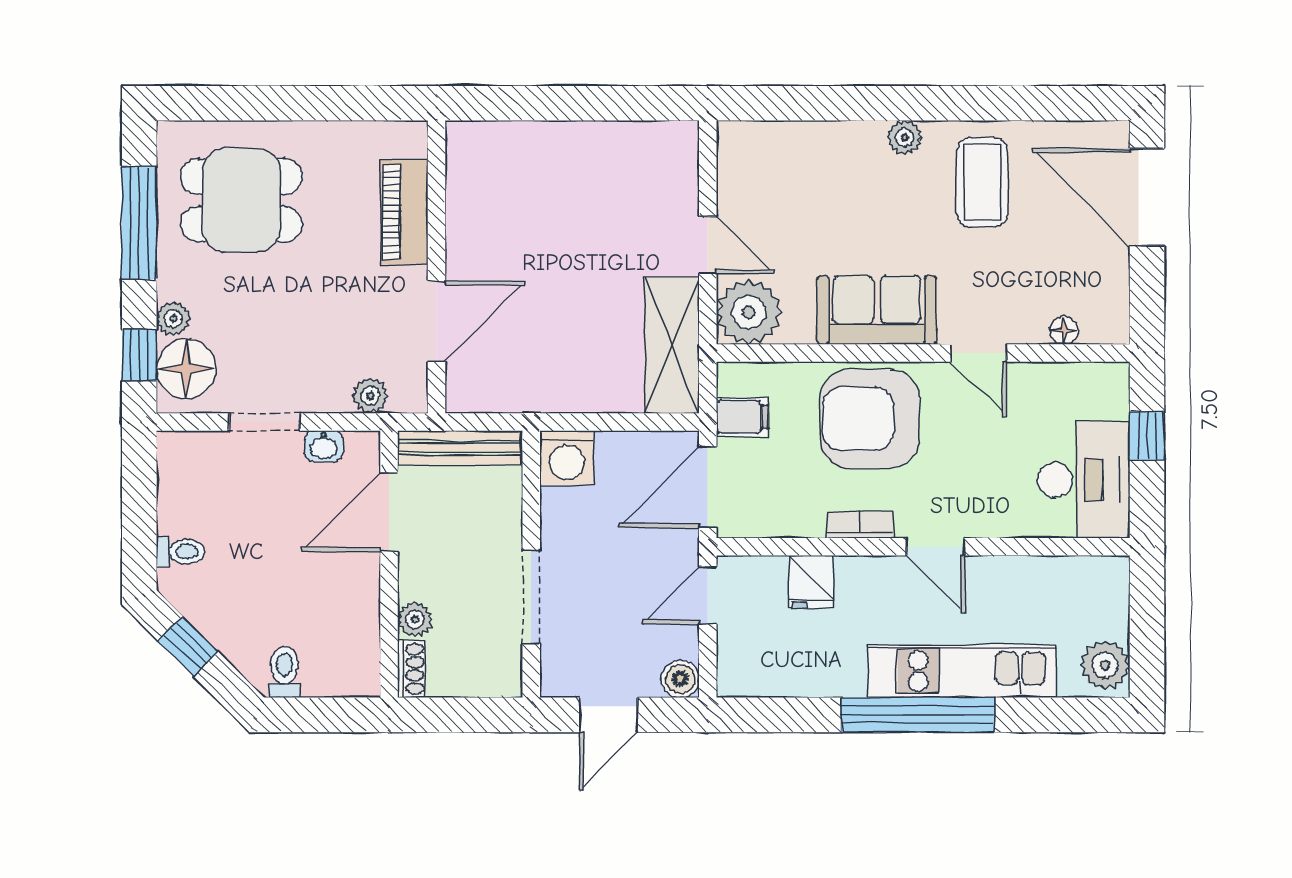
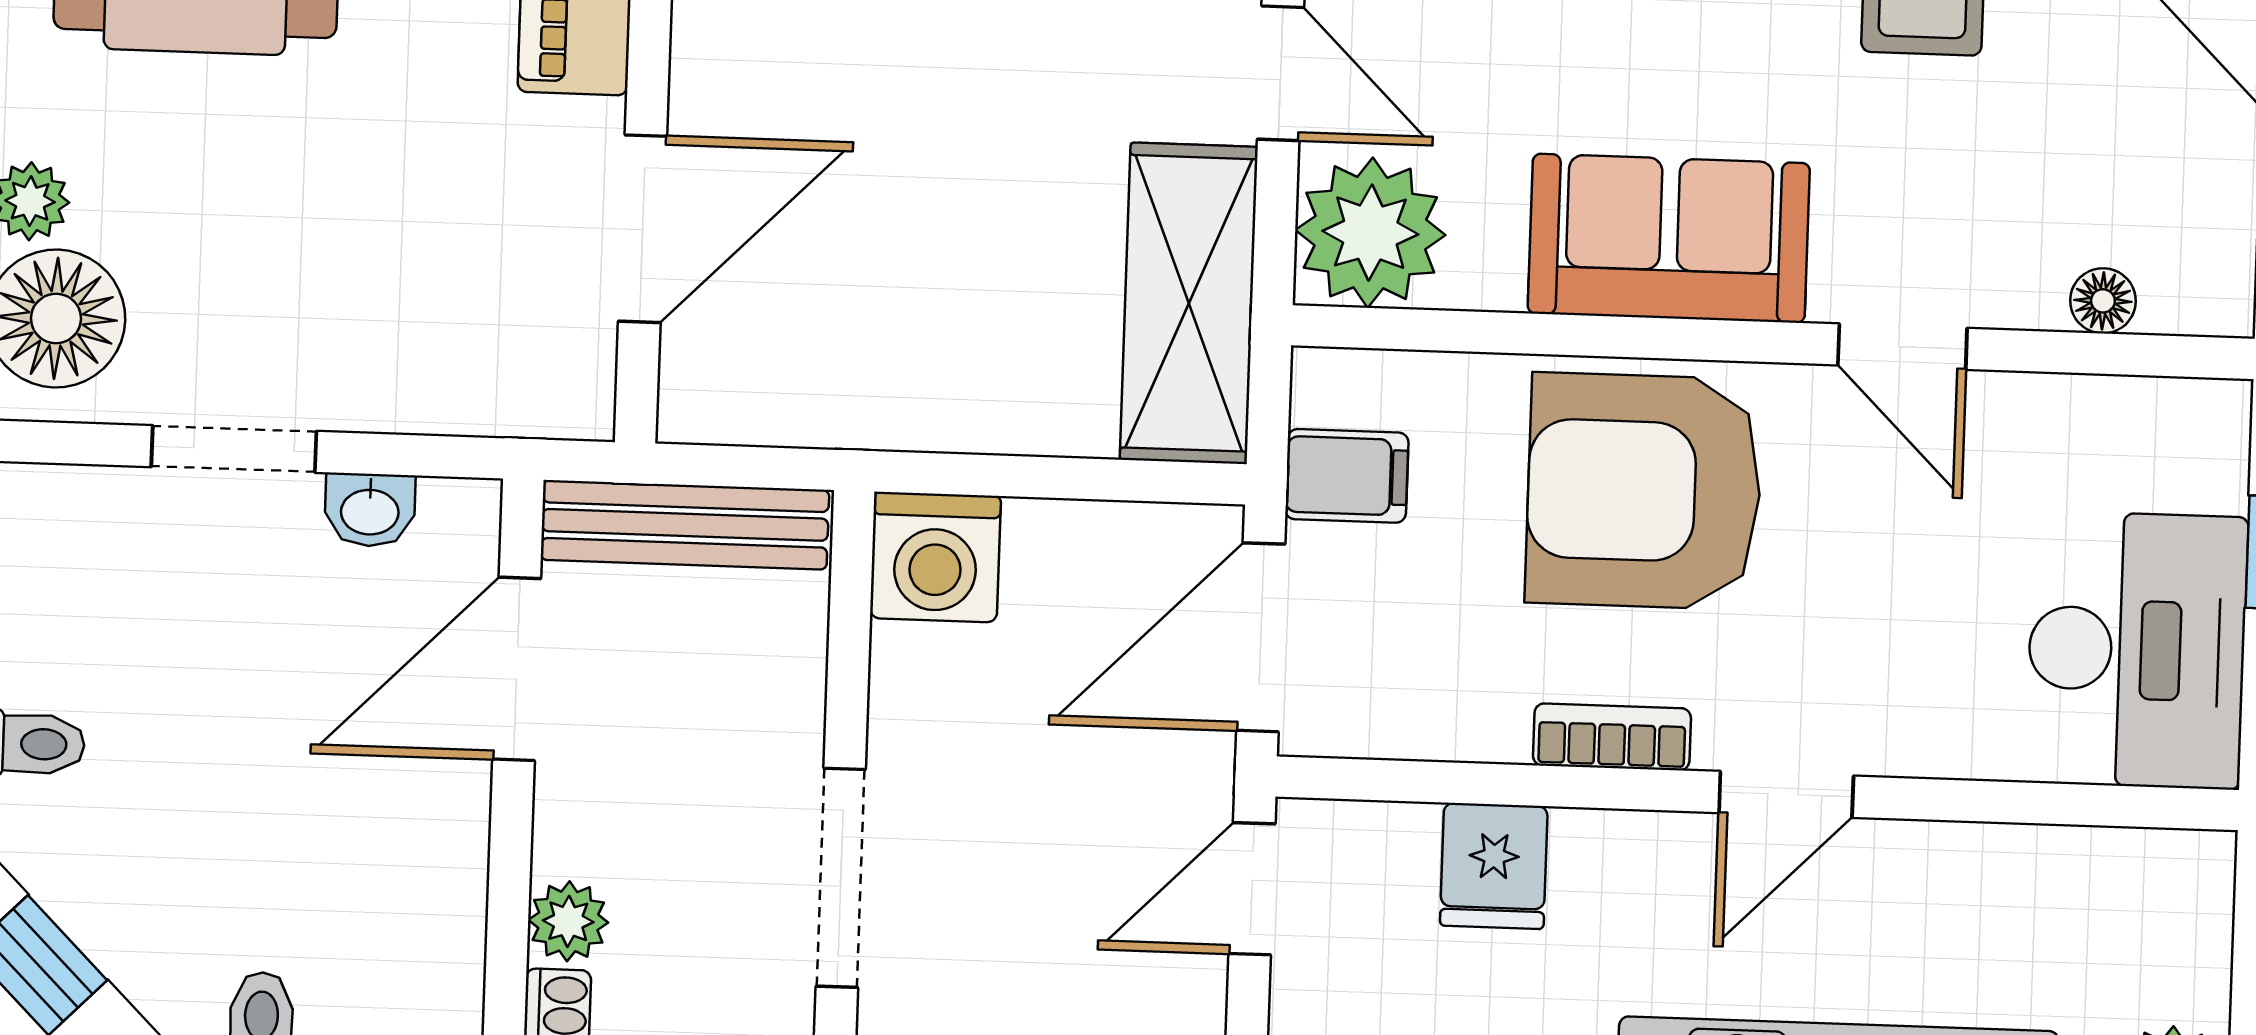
plant: (370, 396) -> (483, 397), removed
door: (935, 547) -> (1786, 794), hinge flipped

